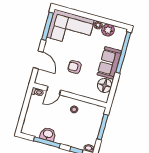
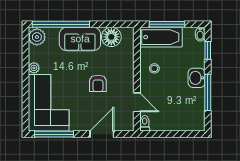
plant: (108, 30) -> (37, 37), moved
bathtub: (95, 120) -> (161, 37), added
washbasin: (48, 134) -> (197, 78), moved

